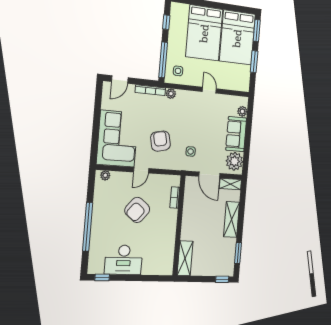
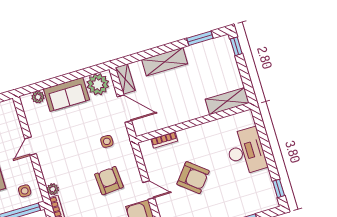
armchair: (160, 141) -> (109, 181), turned 98
door: (209, 175) -> (124, 109), hinge flipped
desk: (124, 260) -> (246, 151), moved

